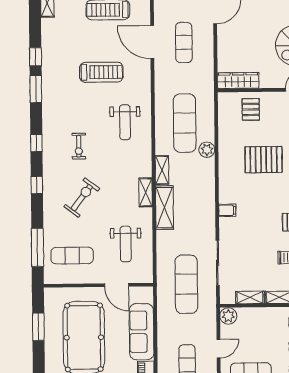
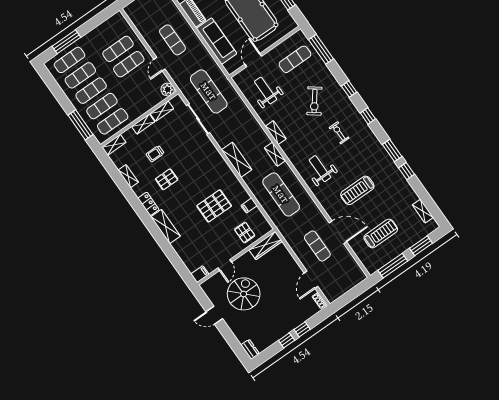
plant: (207, 150) -> (255, 187), removed
shelving: (164, 208) -> (237, 160), moved
filing cabinet: (227, 210) -> (249, 206), moved
door: (117, 285) -> (253, 60), hinge flipped

